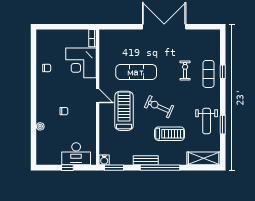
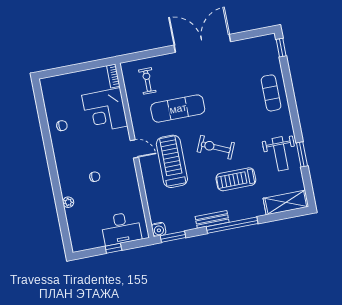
exercise bike: (185, 70) -> (147, 81), moved
window: (223, 72) -> (281, 48), moved
treadmill: (169, 134) -> (236, 179), turned 180

